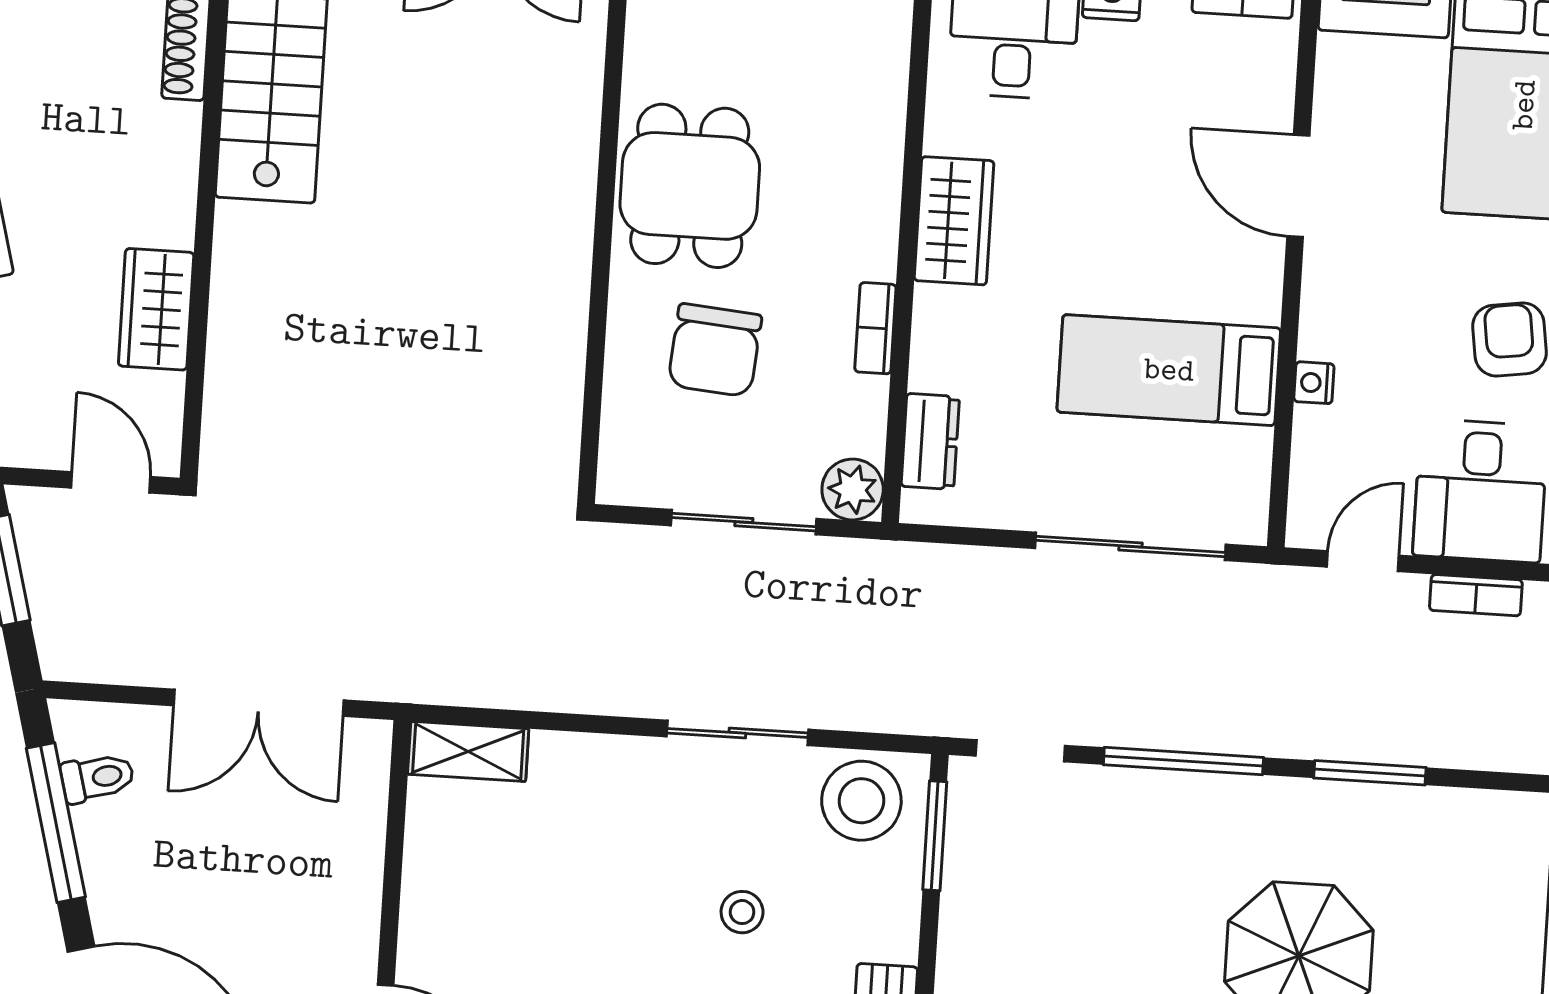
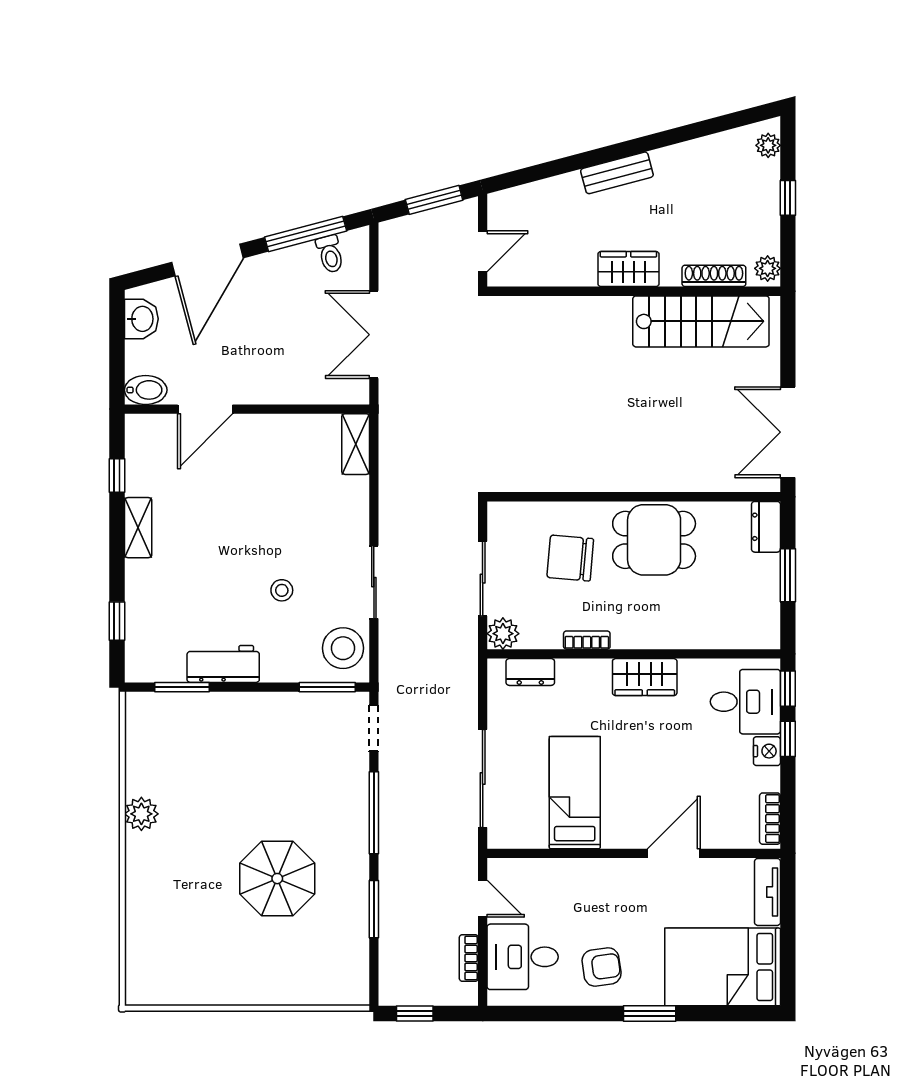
wardrobe: (156, 309) -> (628, 269), moved
nightstand: (1314, 383) -> (573, 868), removed

